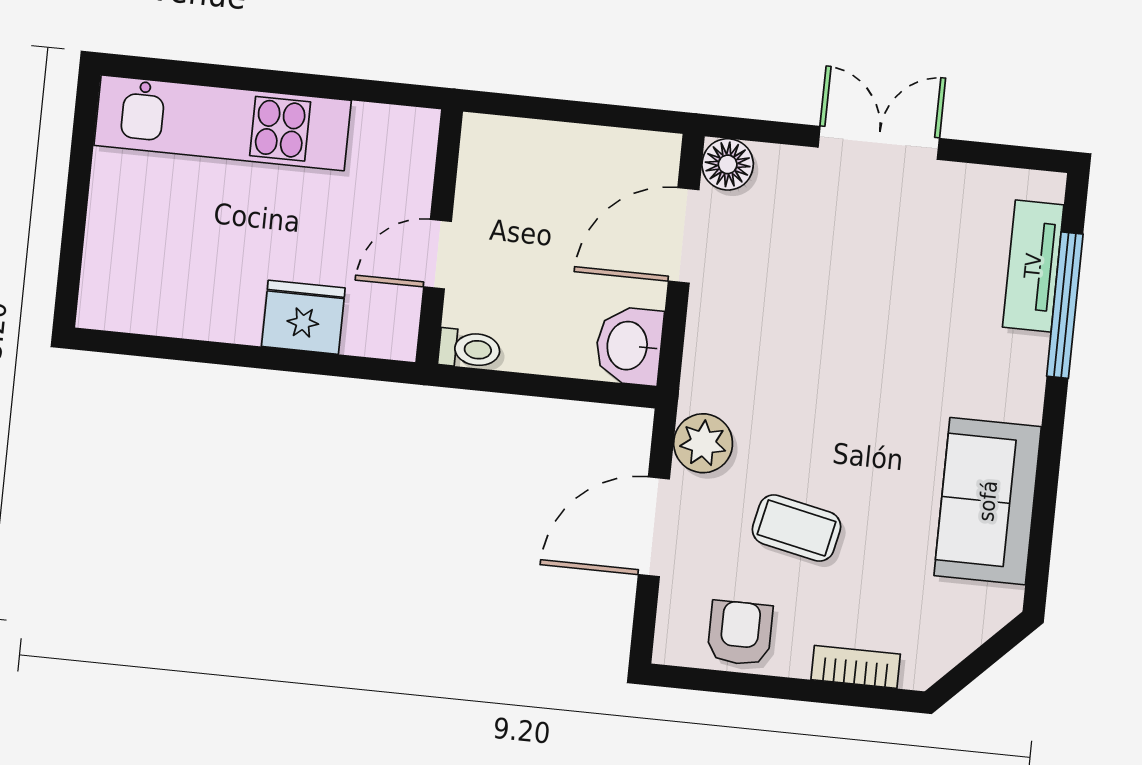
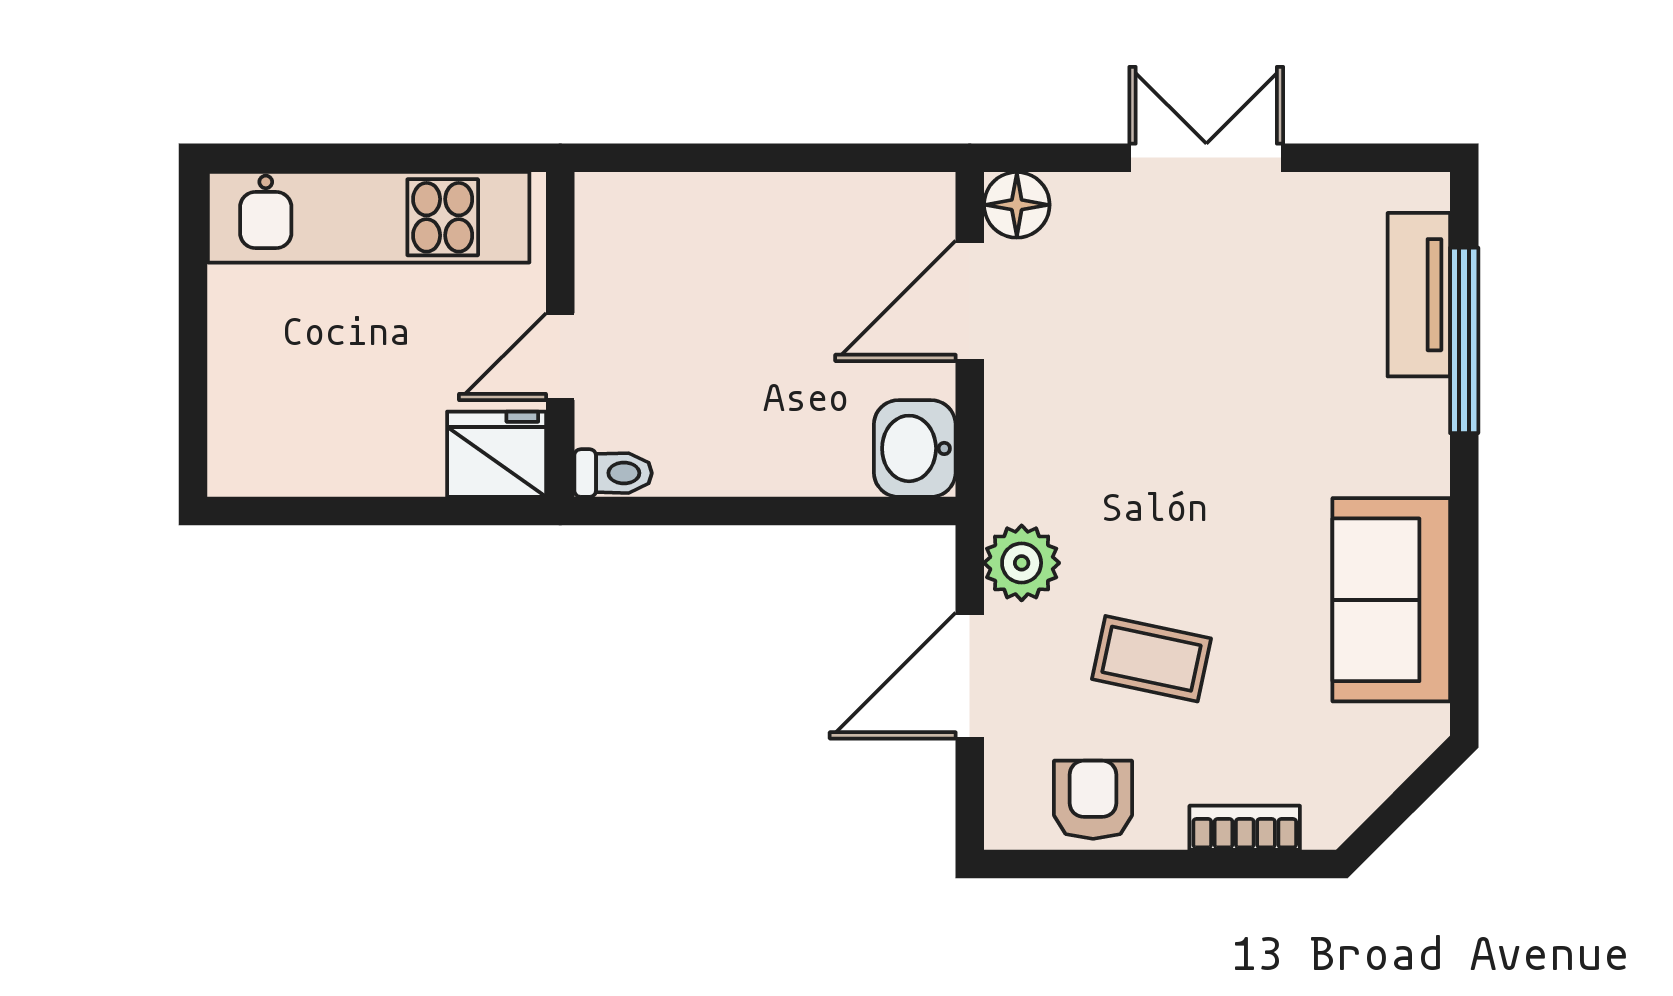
wall: (439, 237) -> (560, 334), moved
door: (437, 254) -> (560, 357), moved
toilet: (469, 349) -> (613, 473), moved

